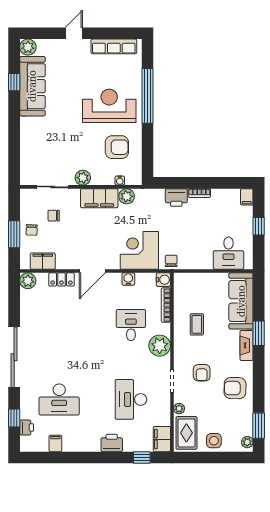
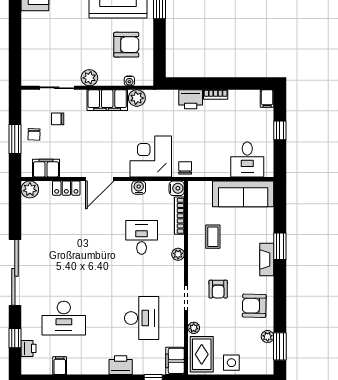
sofa: (241, 301) -> (243, 194), moved, turned -90
plant: (160, 346) -> (178, 254), width x0.53, depth x0.53
desk: (131, 399) -> (142, 318), turned 180
plant: (247, 442) -> (268, 337), moved

